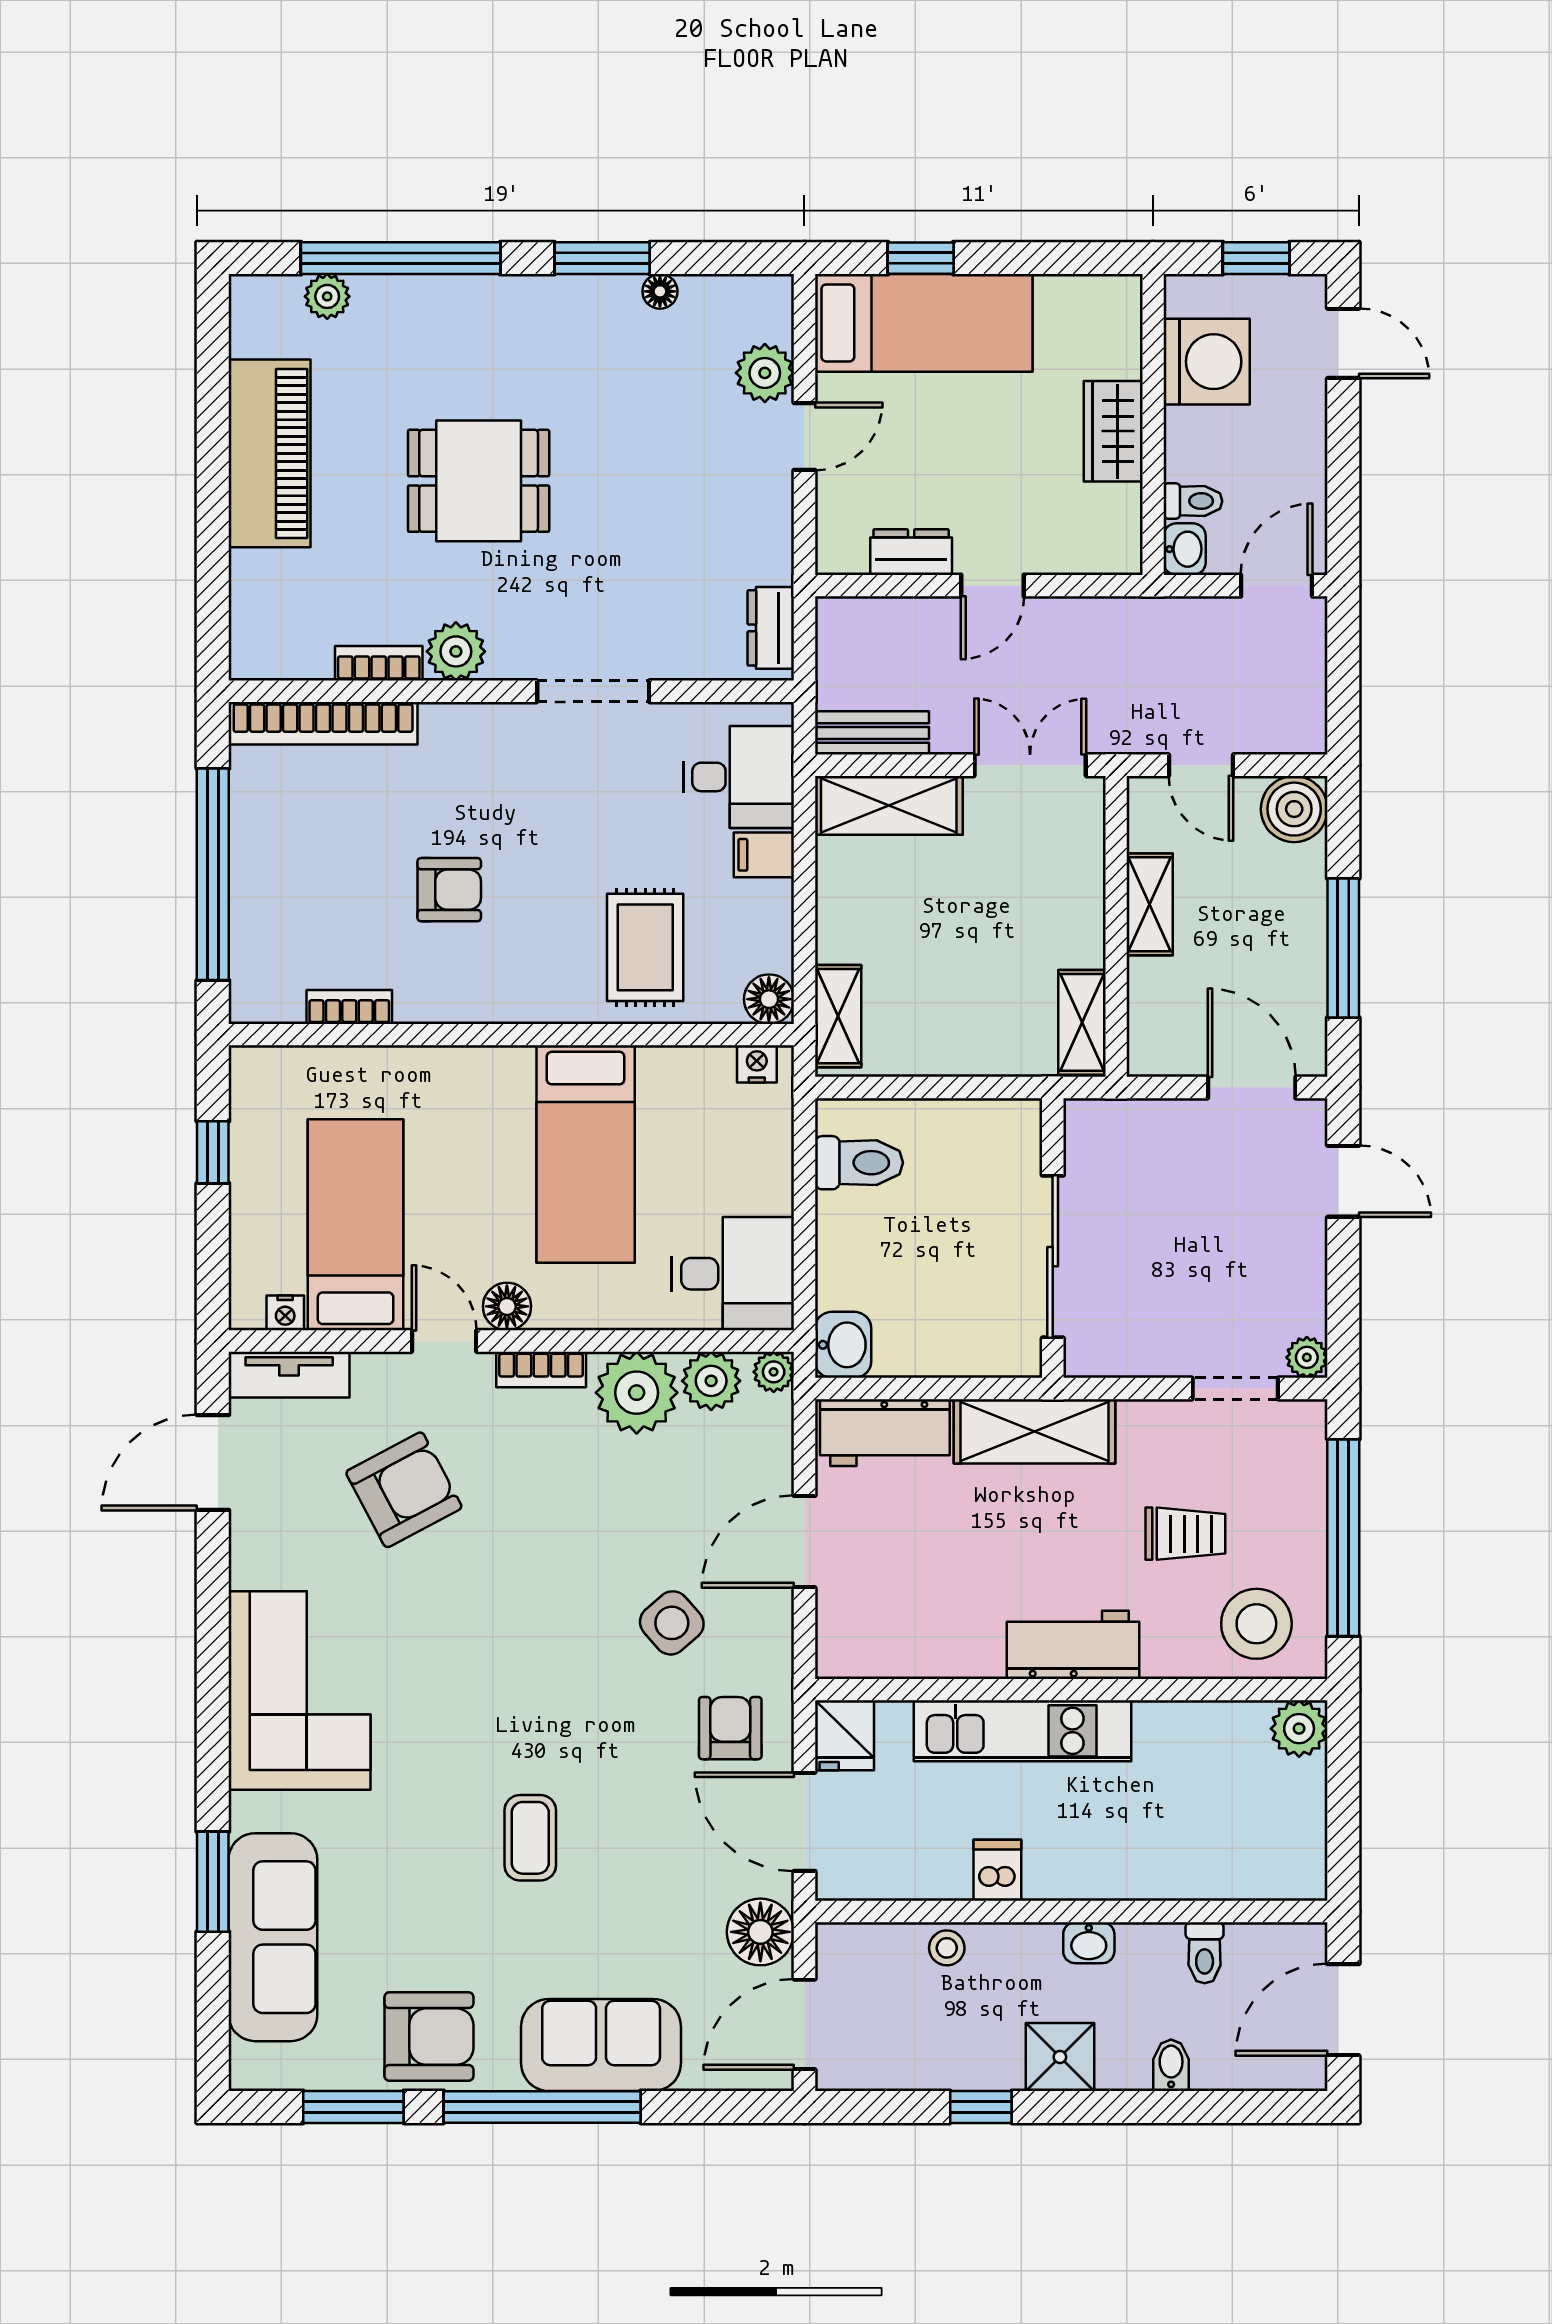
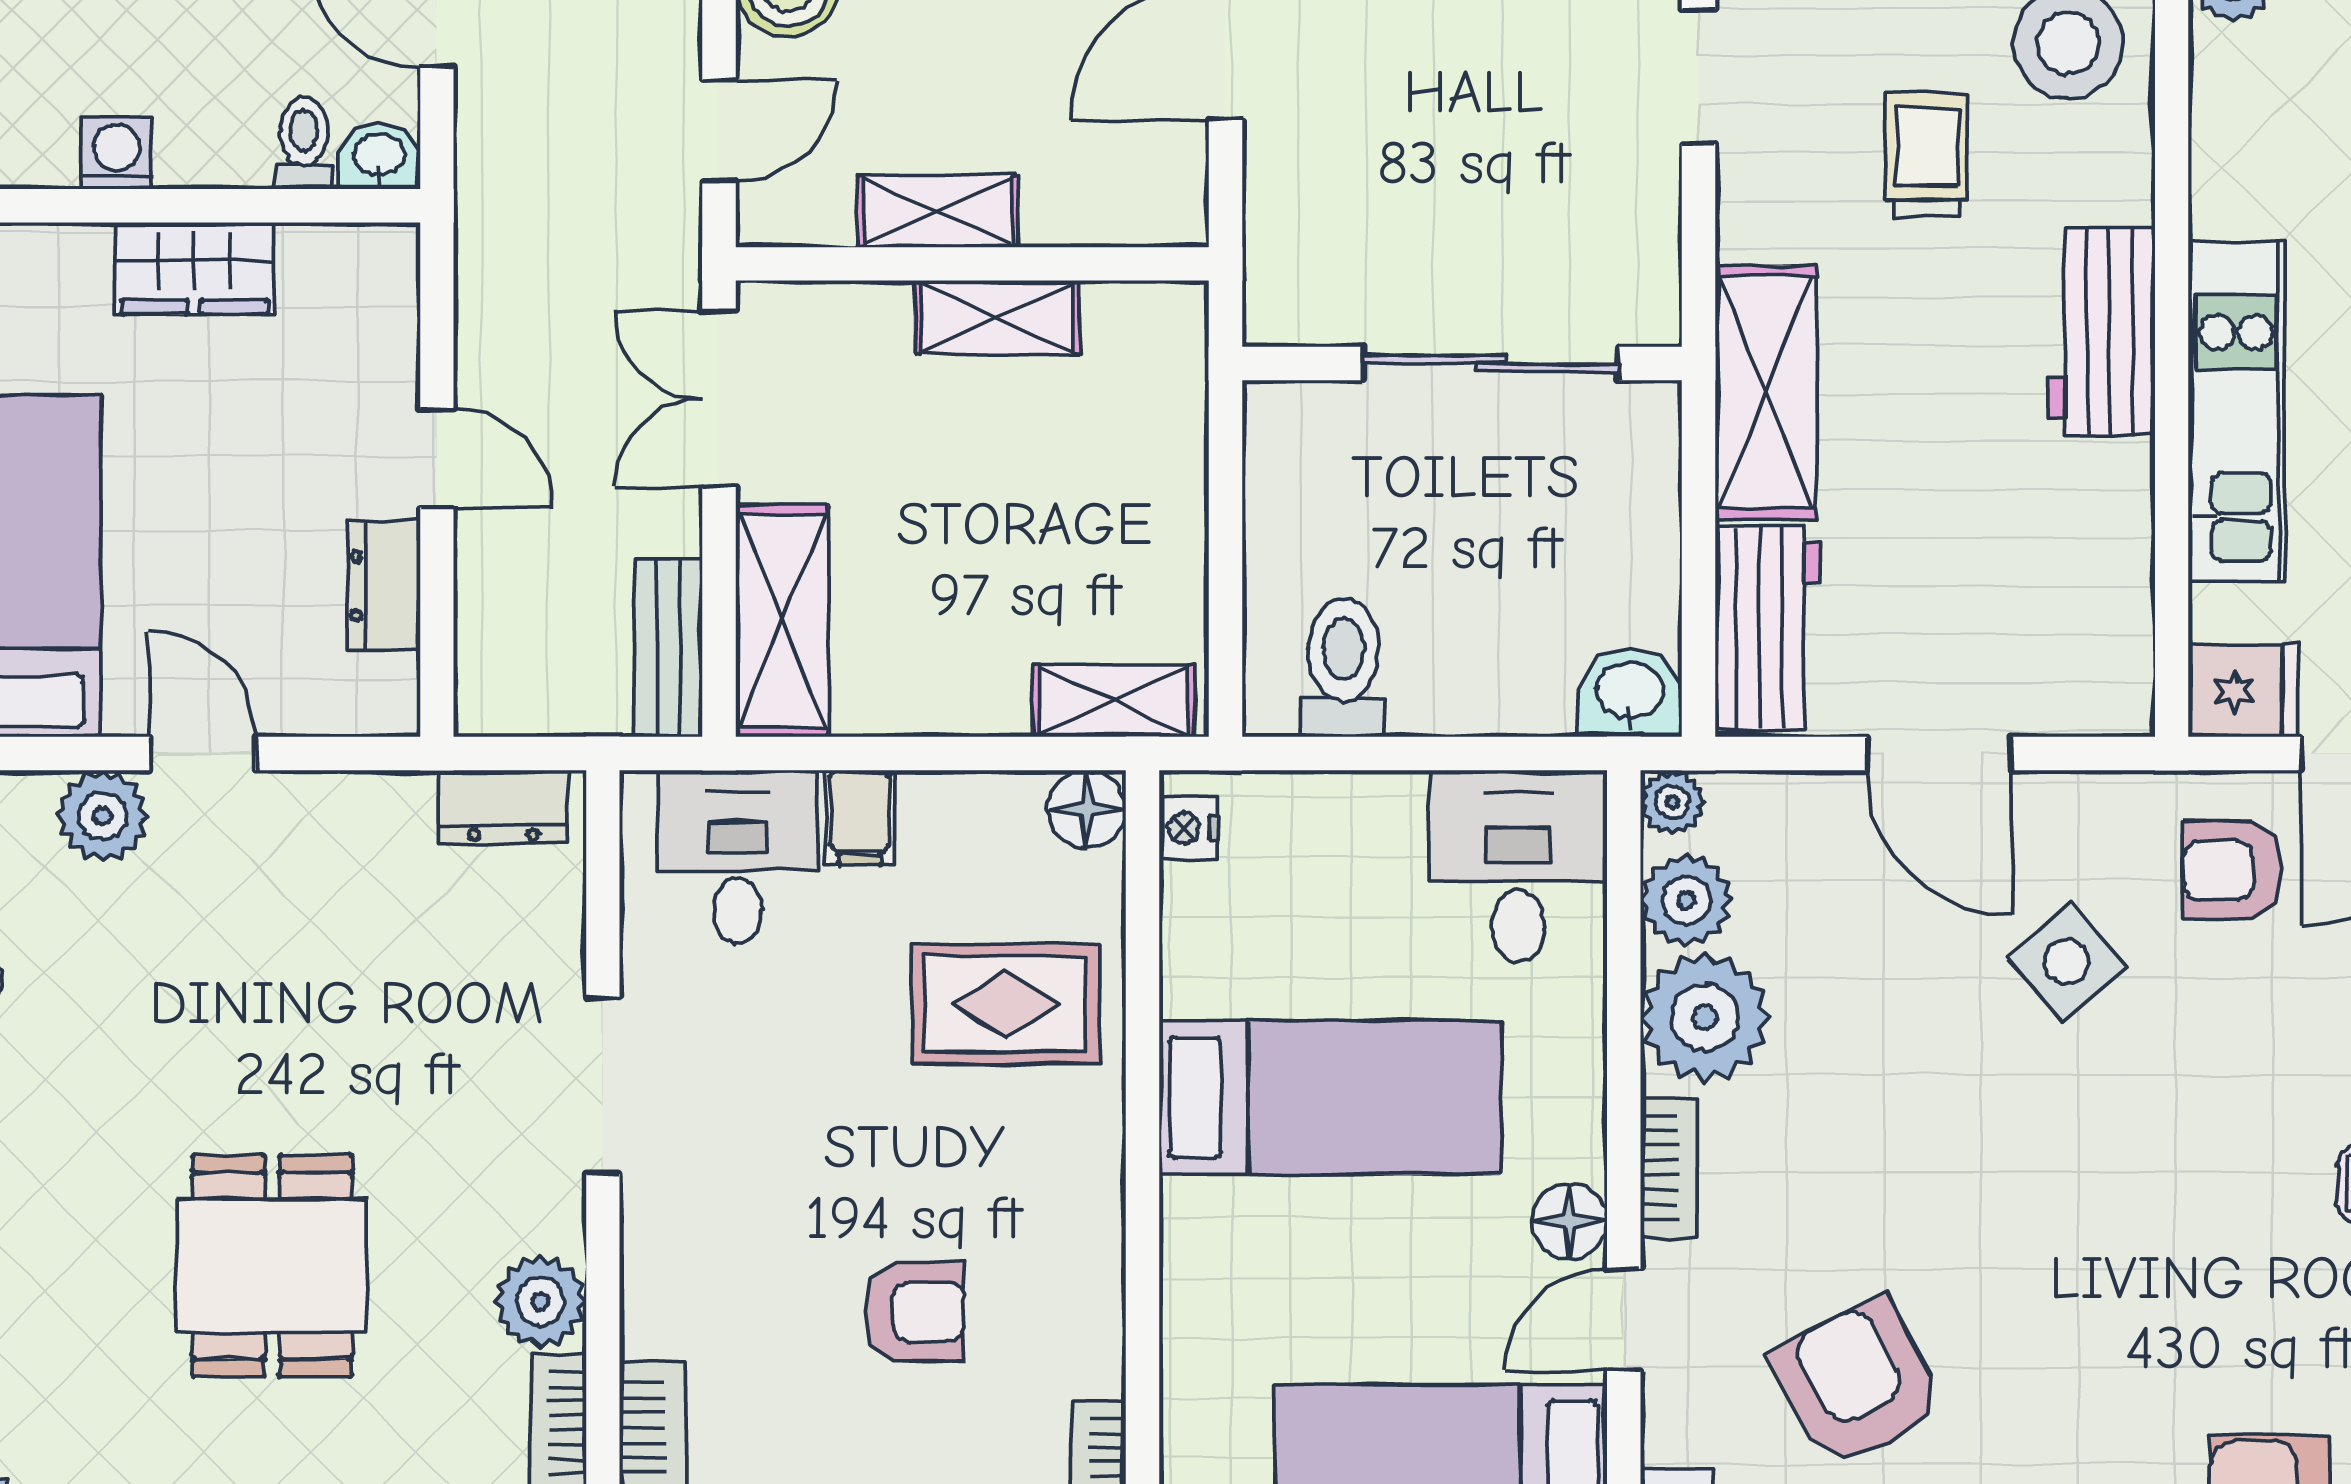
washing machine: (1207, 362) -> (117, 153), width x0.53, depth x0.53
armchair: (449, 890) -> (915, 1312), turned 90
shelving: (1082, 1022) -> (997, 318), moved

